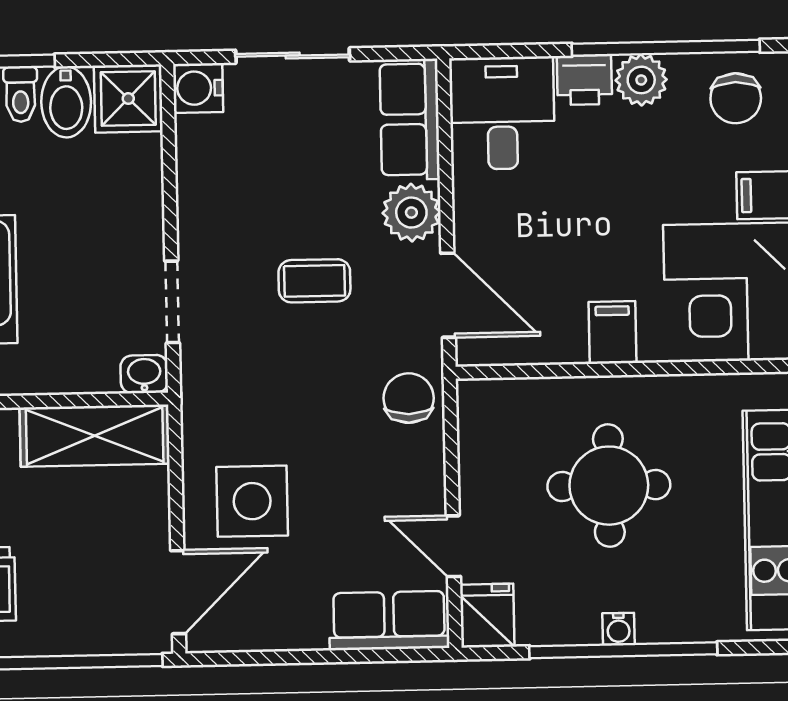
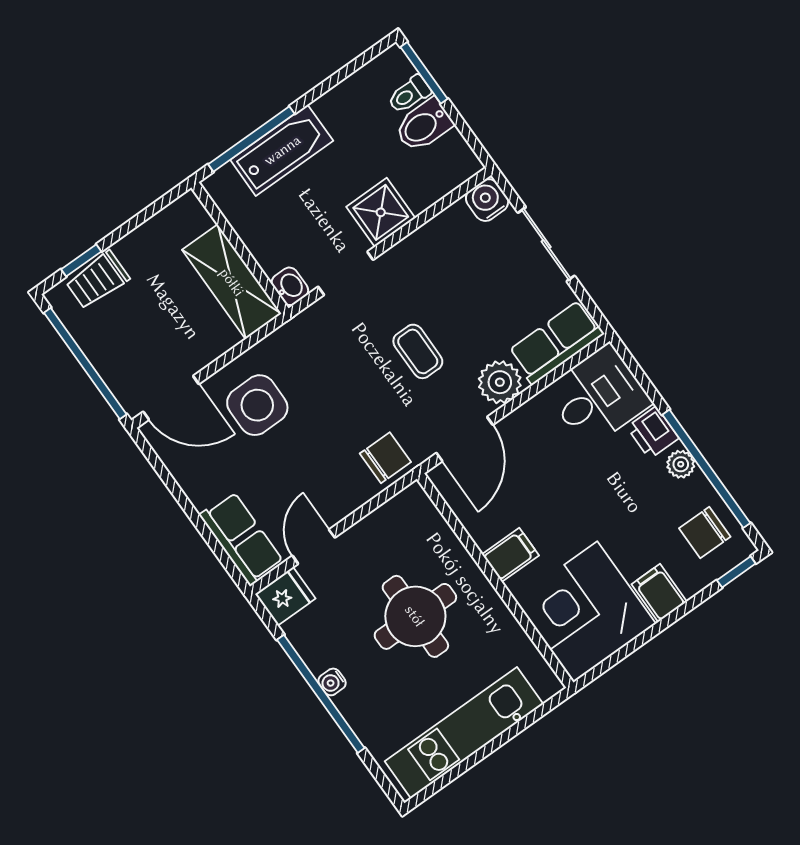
plant: (641, 80) -> (681, 464), width x0.73, depth x0.73
shower: (128, 99) -> (381, 212), moved

